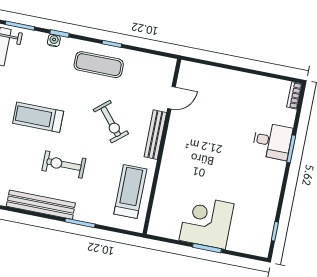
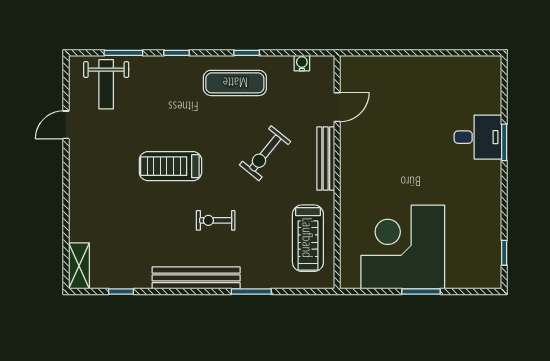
water cooler: (54, 40) -> (302, 63), moved
bookcase: (294, 95) -> (495, 73), removed
exercise bike: (111, 122) -> (265, 153), turned 79
exercise bike: (64, 164) -> (216, 220), width x0.73, depth x0.72
treadmill: (130, 192) -> (308, 238), turned 180
corner desk: (207, 222) -> (403, 247), width x1.36, depth x1.36

